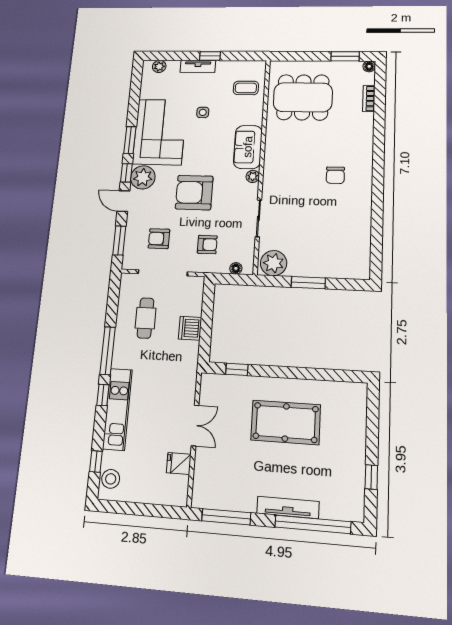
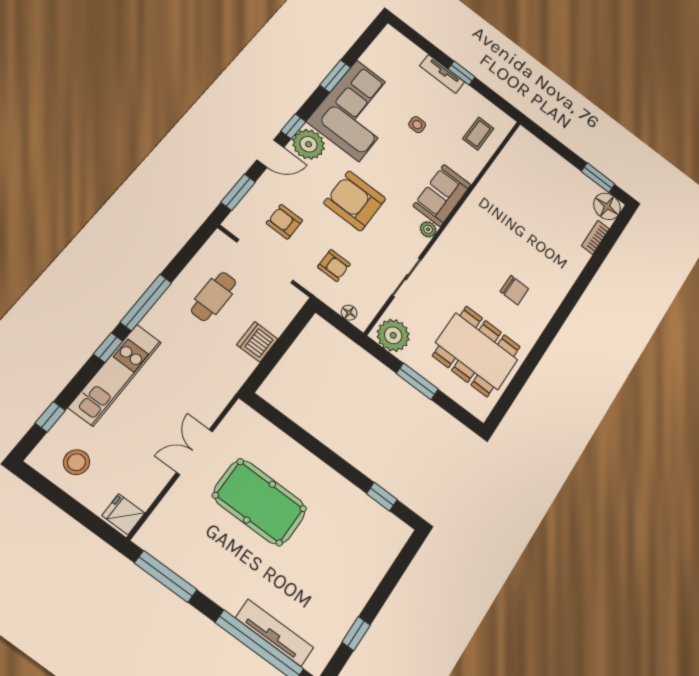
plant: (159, 66) -> (401, 43), removed
floor lamp: (369, 66) -> (607, 206), width x1.89, depth x1.89
coffee table: (246, 88) -> (478, 134), turned 90
dining table: (303, 97) -> (477, 351), moved
window: (130, 140) -> (335, 76), moved
chair: (335, 175) -> (514, 290), turned -90
door: (123, 201) -> (270, 154), swing flipped
window: (237, 369) -> (382, 497), moved
pool table: (286, 422) -> (260, 502), moved
double door: (195, 426) -> (195, 452), swing flipped
fridge: (179, 464) -> (123, 514), moved
stool: (111, 479) -> (76, 462), moved
tv unit: (288, 507) -> (274, 633), moved

